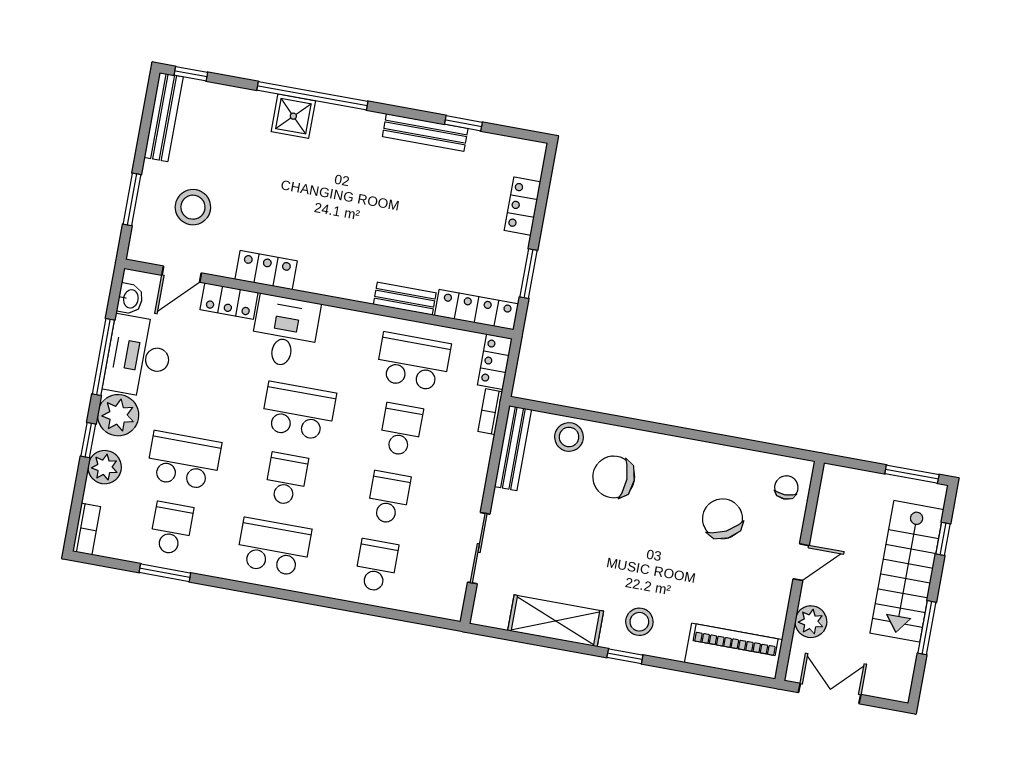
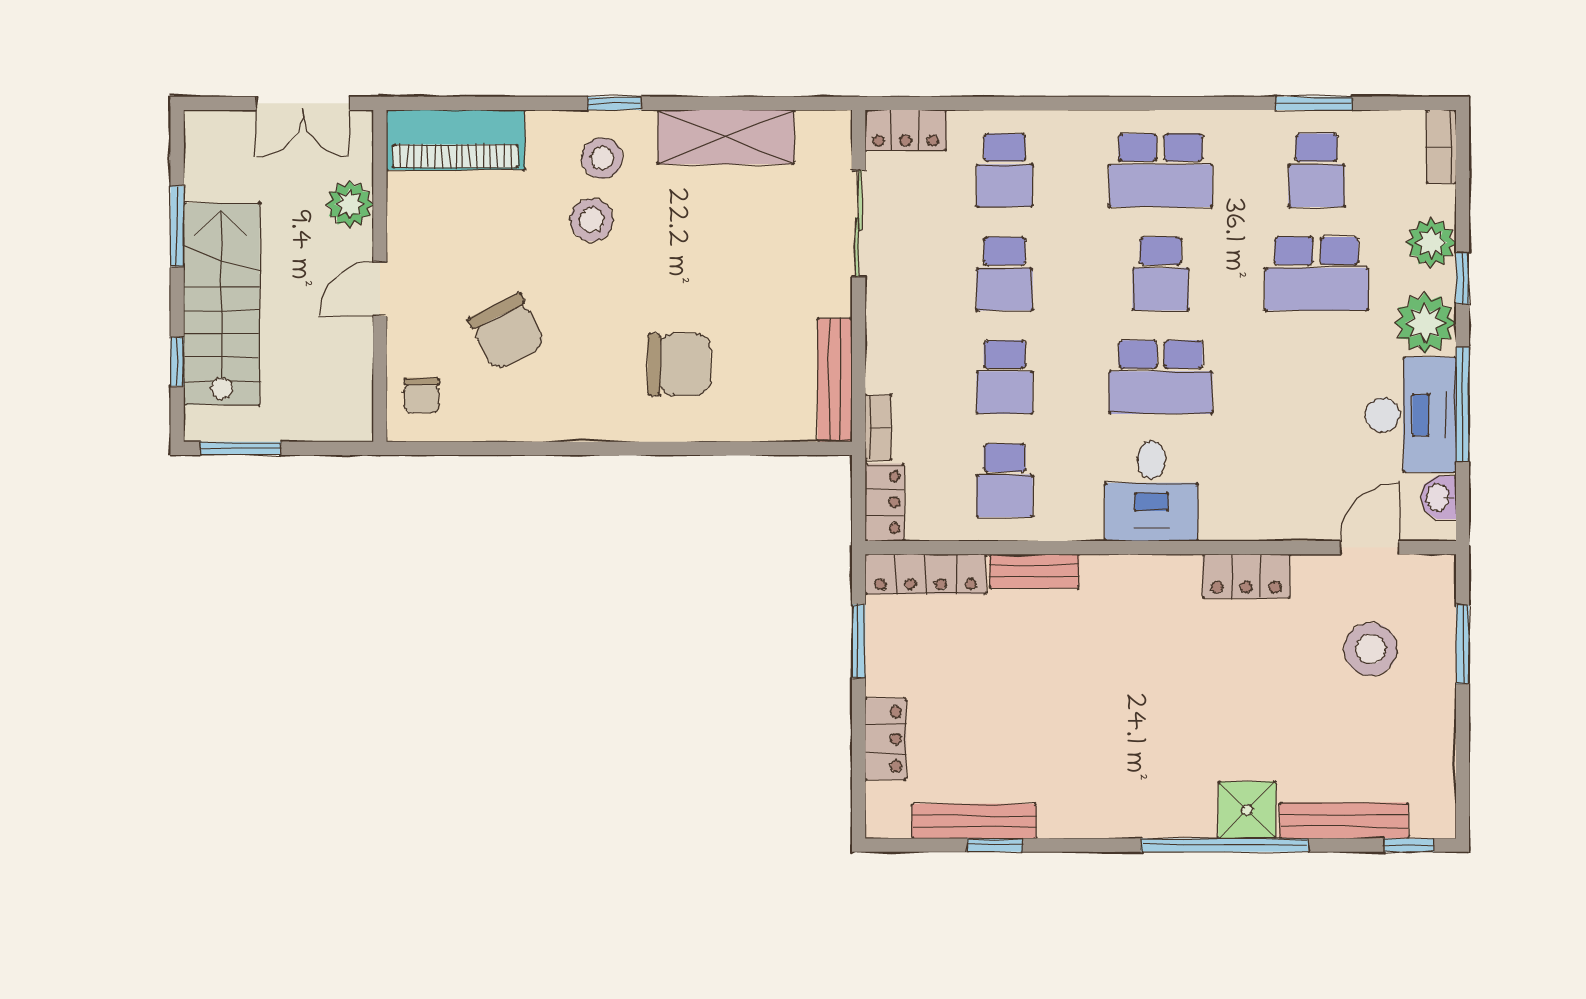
bench: (164, 117) -> (1344, 821), moved, turned 90
bench: (425, 132) -> (974, 821), moved
locker: (229, 301) -> (906, 130), moved, turned 180
desk: (285, 331) -> (1151, 491), moved
school desk: (413, 362) -> (1005, 481), width x0.54
stool: (569, 437) -> (592, 220), moved

